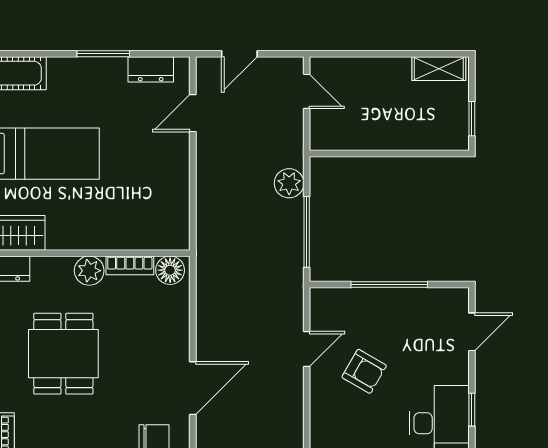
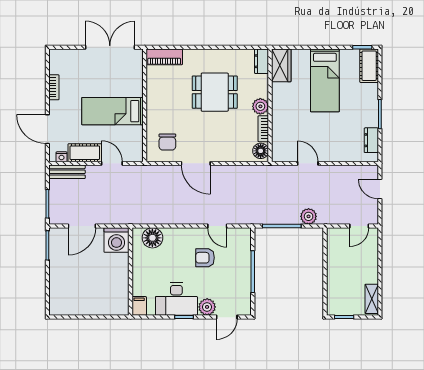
door: (193, 113) -> (308, 163), moved
door: (472, 332) -> (227, 317), hinge flipped
plant: (454, 368) -> (207, 307), added
armchair: (364, 371) -> (205, 258), turned 60

